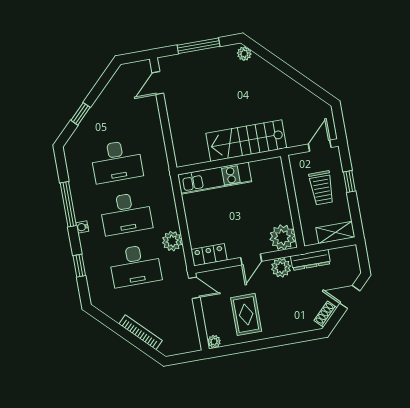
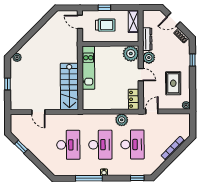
window: (198, 46) -> (8, 84), width x0.46
door: (158, 83) -> (38, 112), moved
window: (81, 114) -> (21, 147), moved
stairs: (246, 141) -> (69, 86), moved
kitchen unit: (215, 178) -> (88, 68), moved
window: (79, 266) -> (137, 178), moved
door: (350, 297) -> (173, 19), hinge flipped
rug: (246, 314) -> (173, 83), turned 90
window: (289, 339) -> (192, 60), added

